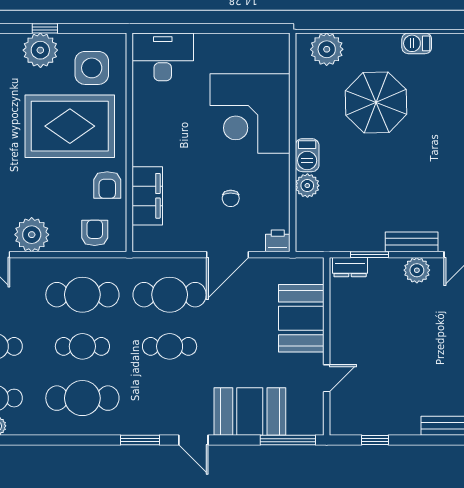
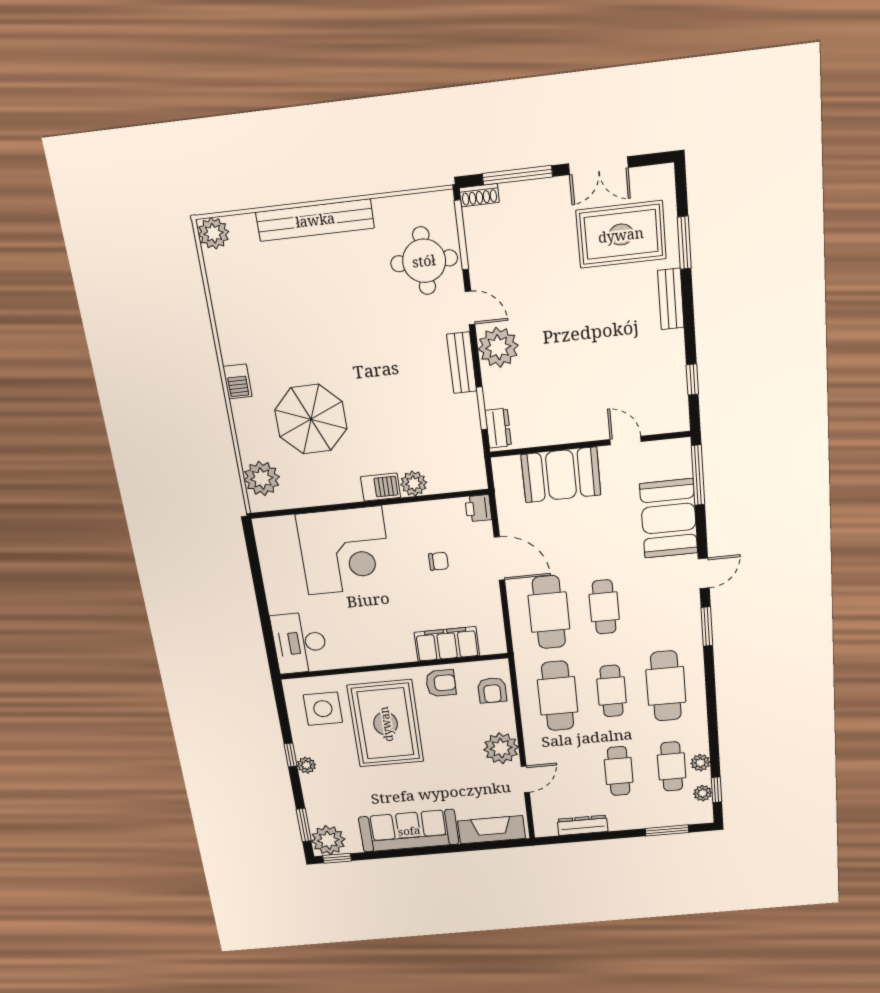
plant: (40, 50) -> (306, 765), width x0.53, depth x0.53
armchair: (95, 233) -> (492, 690), turned -90
plant: (417, 270) -> (498, 347), width x1.36, depth x1.36

